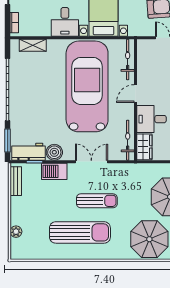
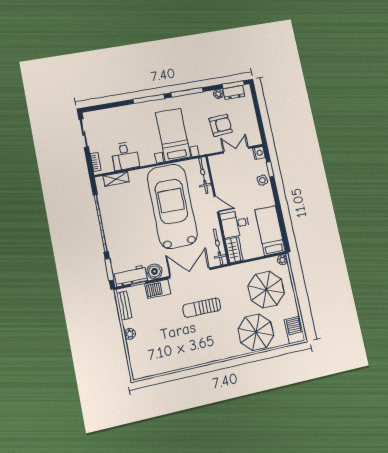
desk: (65, 22) -> (125, 156), moved
door: (135, 94) -> (216, 204), swing flipped
double door: (91, 162) -> (190, 273), width x1.37
sun lounger: (97, 201) -> (202, 308), turned 180
plant: (16, 232) -> (130, 334), moved
sun lounger: (80, 232) -> (192, 340), removed

